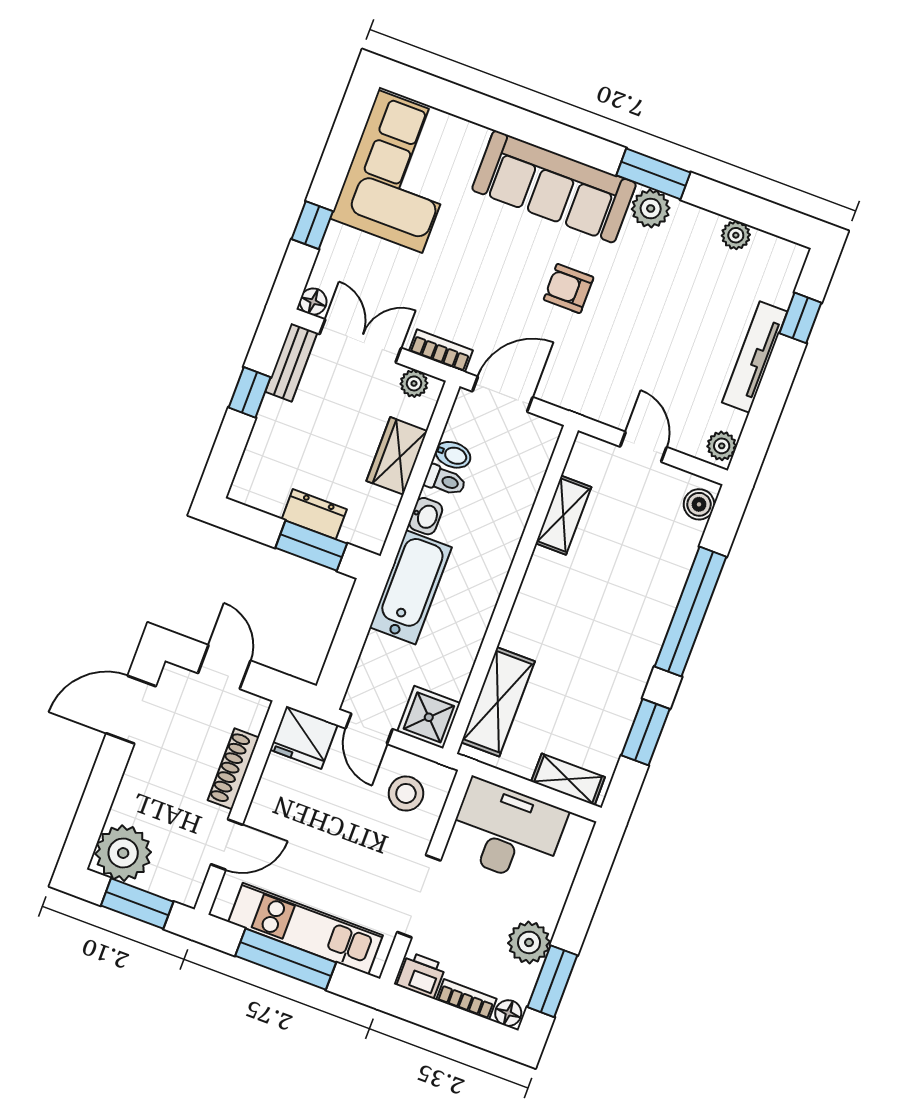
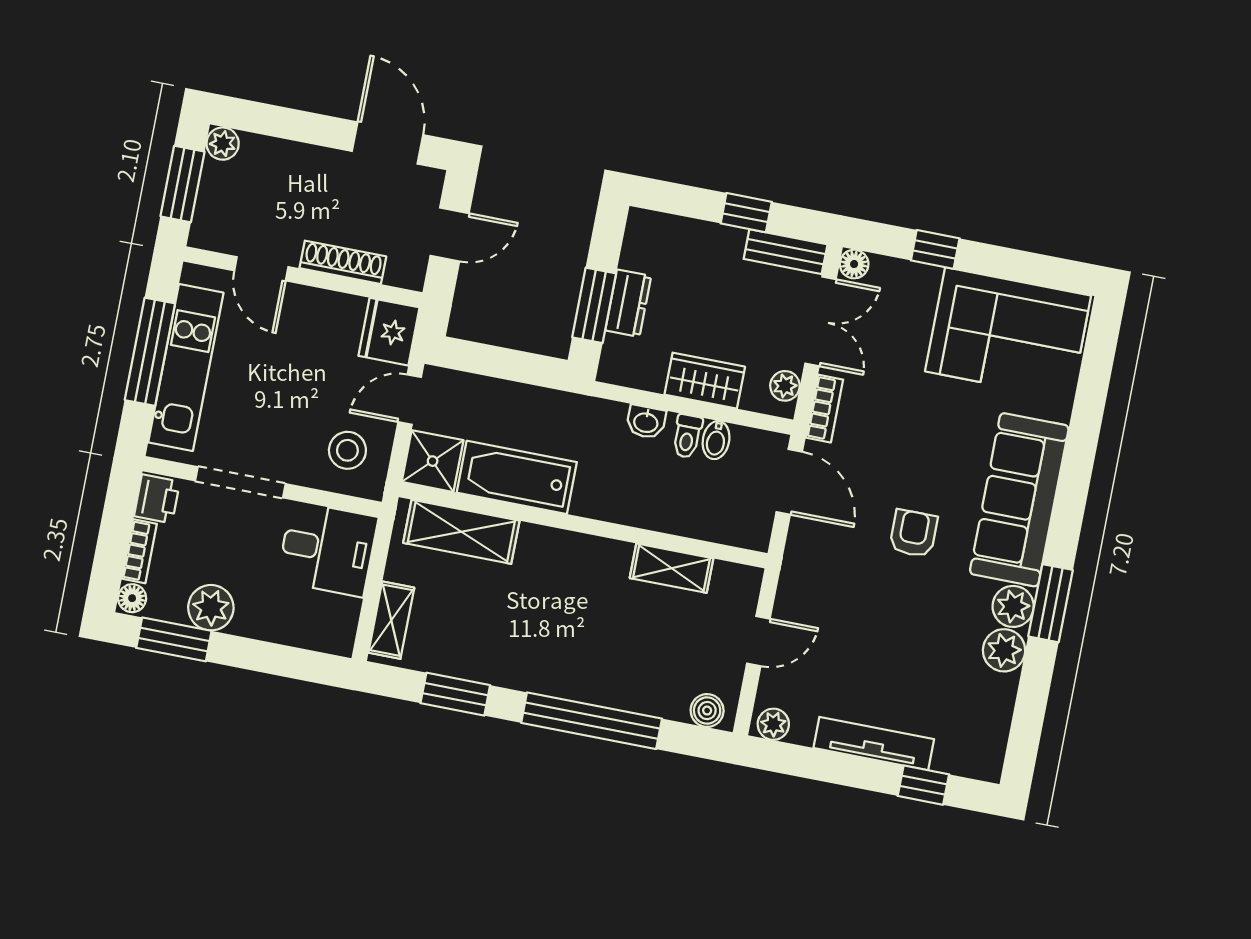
plant: (736, 235) -> (1004, 650), moved, width x1.38, depth x1.38
bathtub: (411, 587) -> (517, 477), moved, turned 180
desk: (506, 832) -> (328, 549), width x0.73
plant: (123, 853) -> (223, 144), width x0.53, depth x0.53

